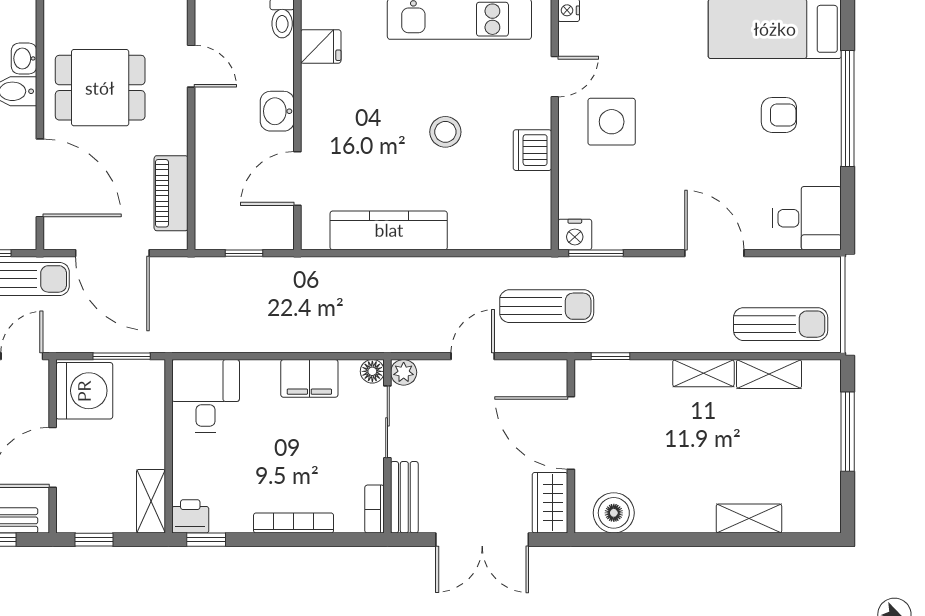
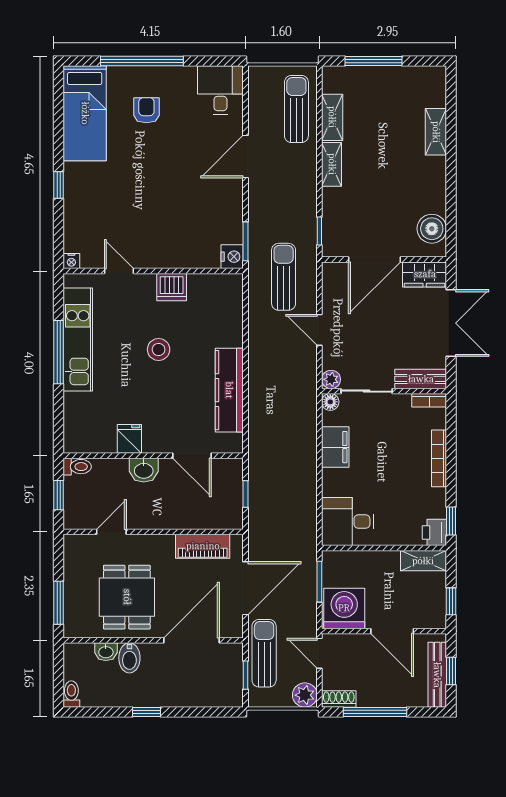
fridge: (321, 46) -> (129, 439), moved
side table: (612, 122) -> (151, 230), removed

